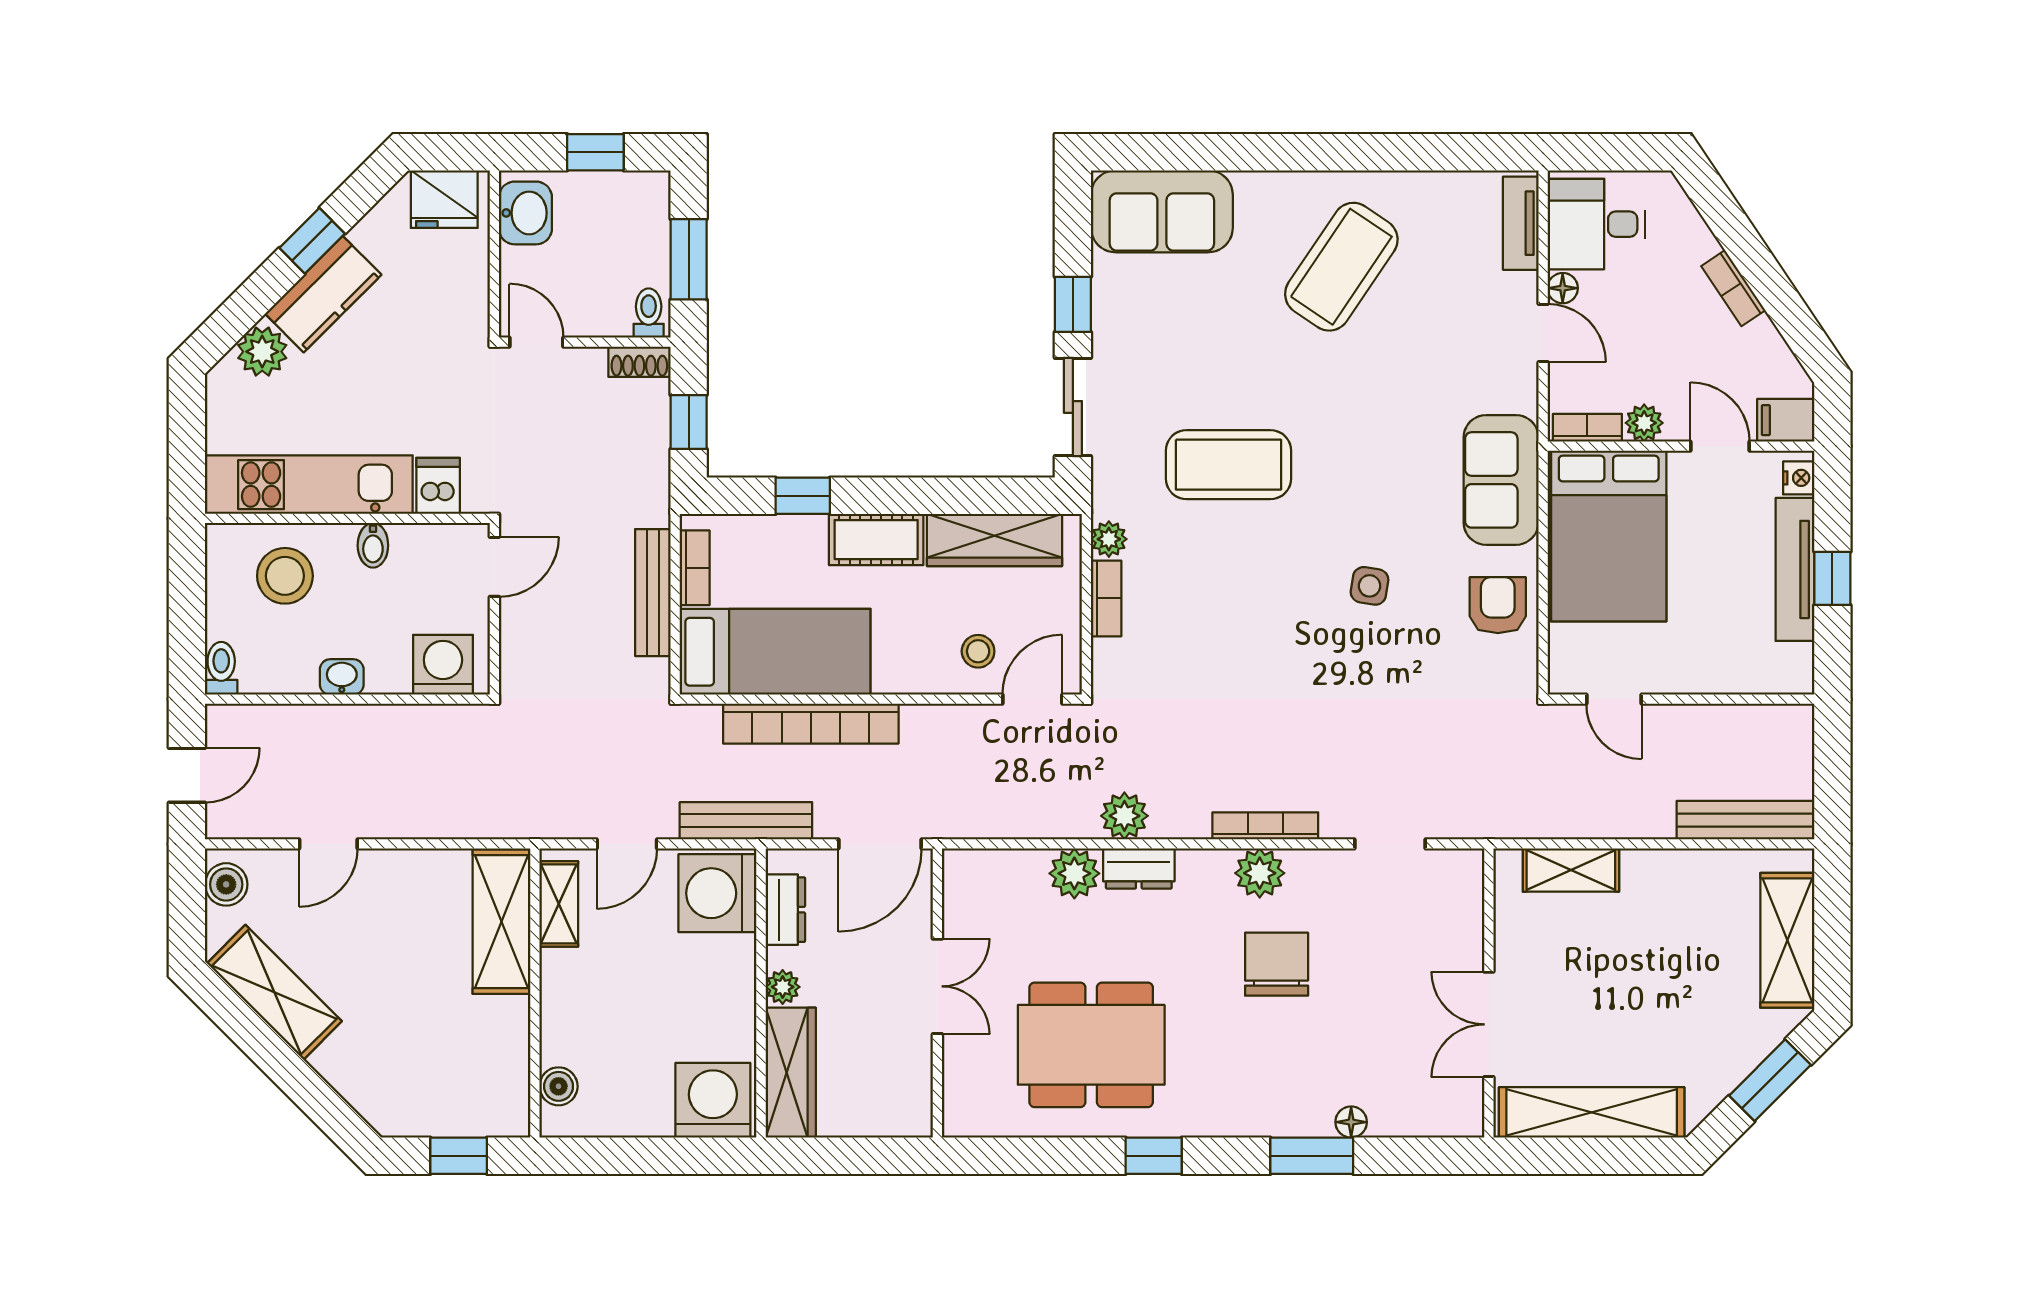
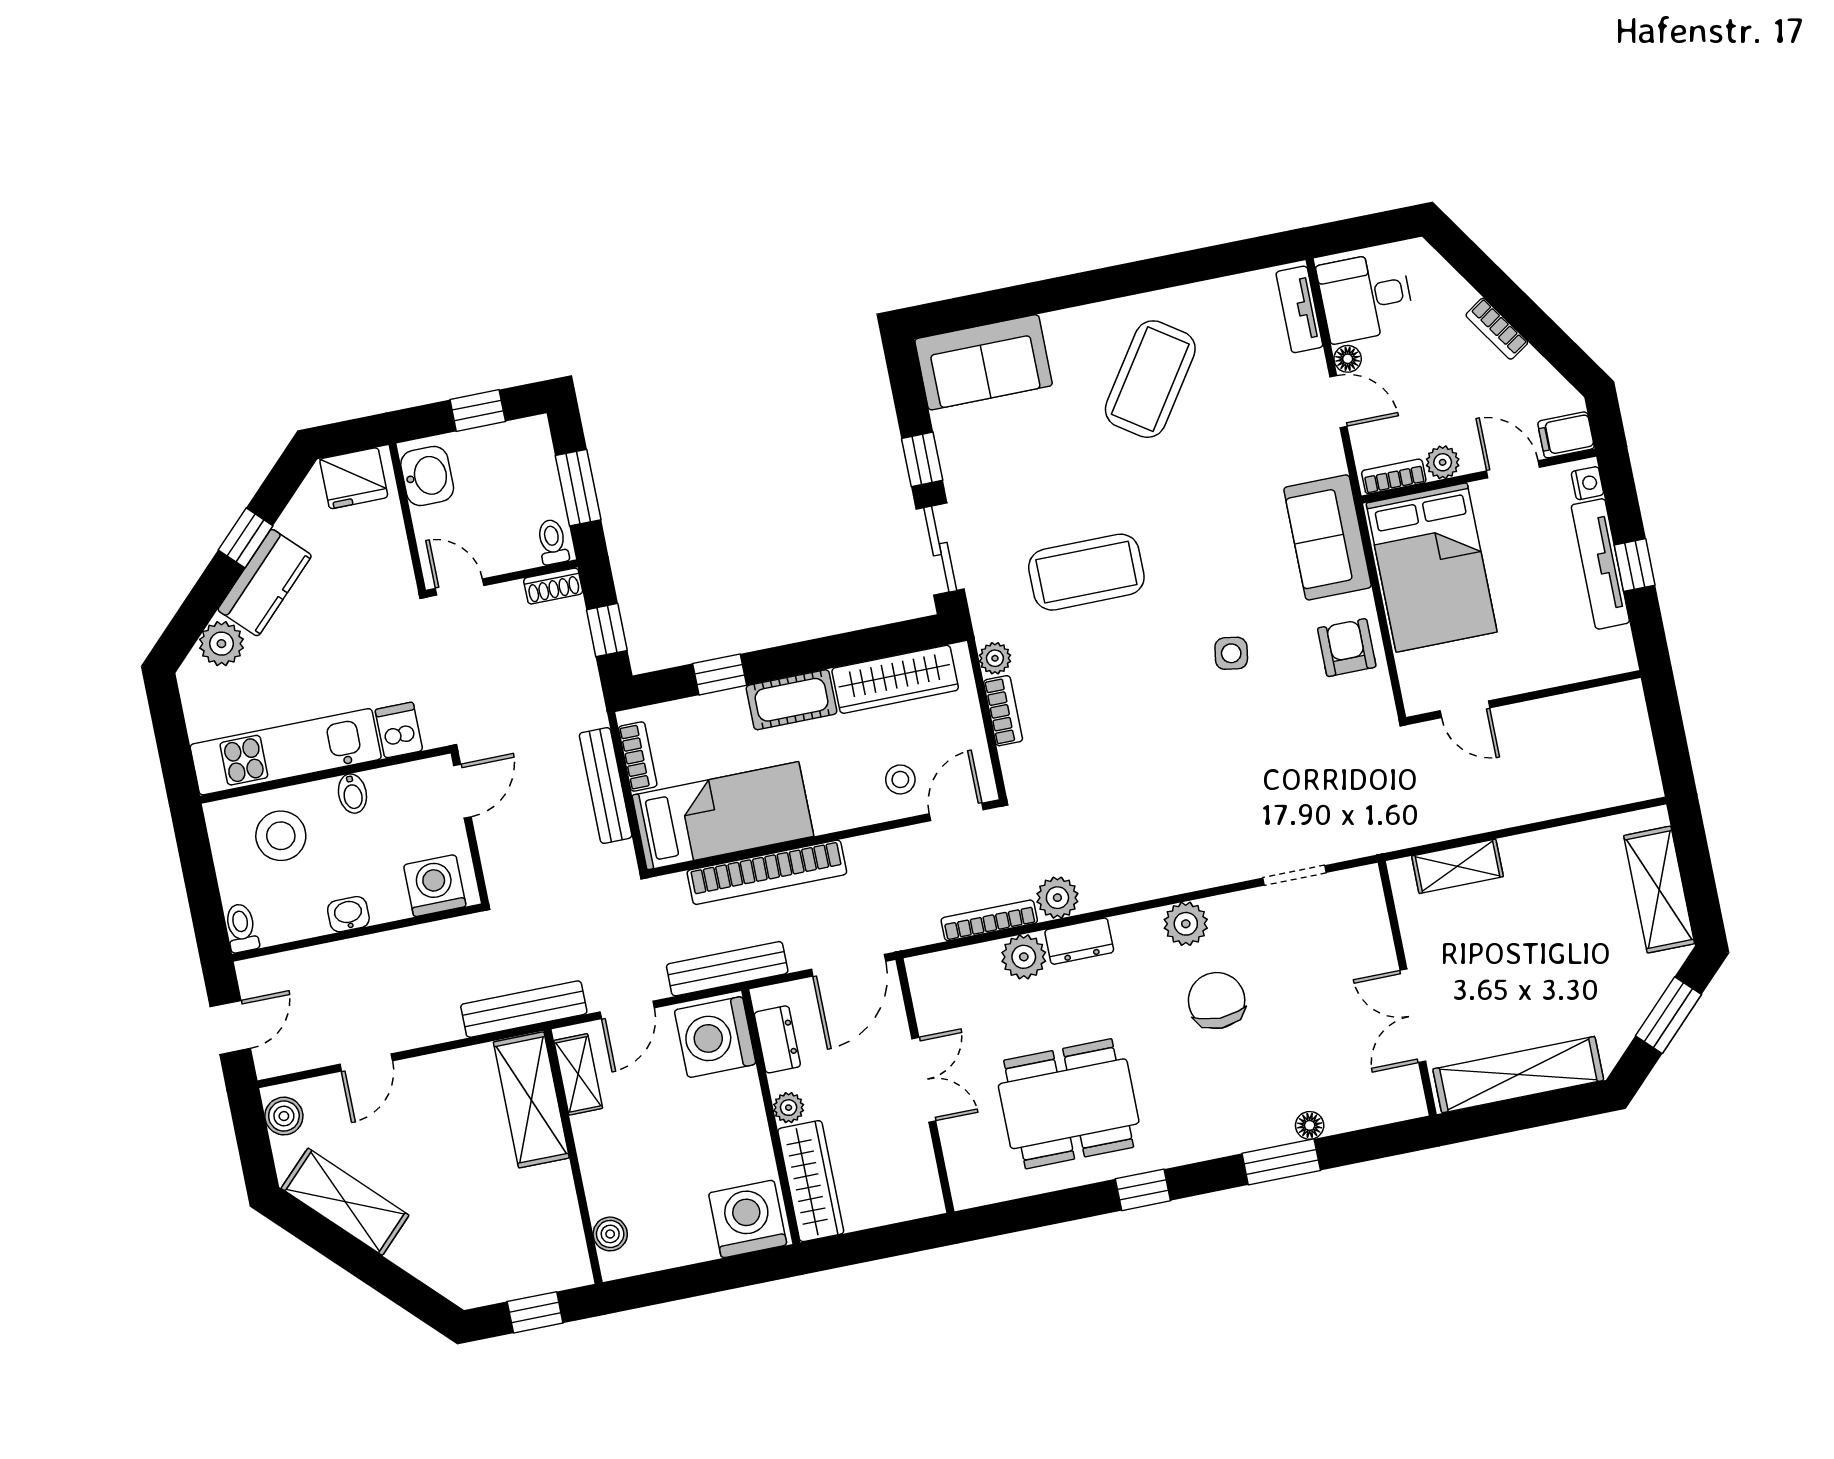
bench: (1745, 820) -> (524, 1009), moved
bookcase: (1265, 826) -> (989, 920), moved

